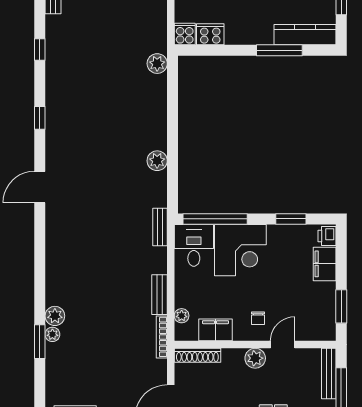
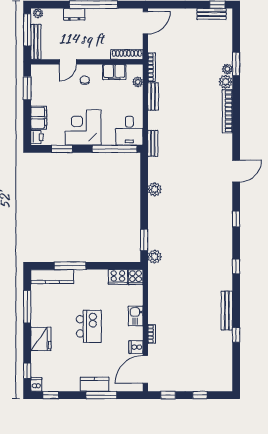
window: (173, 88) -> (144, 240), added
corner desk: (240, 250) -> (83, 127), moved
bookcase: (52, 273) -> (227, 111), added
plant: (255, 358) -> (87, 52), removed

